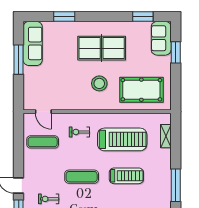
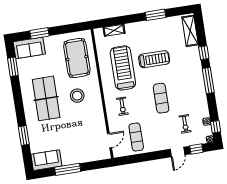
sofa: (33, 43) -> (46, 160), width x0.73
treadmill: (126, 176) -> (154, 59), turned 90
window: (176, 185) -> (156, 15), width x0.69

